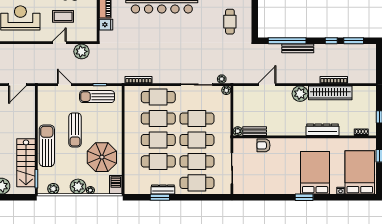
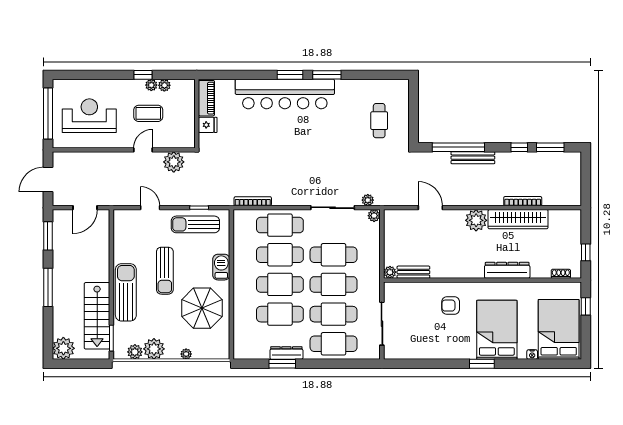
door: (267, 85) -> (430, 208), hinge flipped
armchair: (263, 145) -> (451, 306), moved
barbecue: (116, 185) -> (221, 267), moved
plant: (78, 187) -> (154, 349), moved

